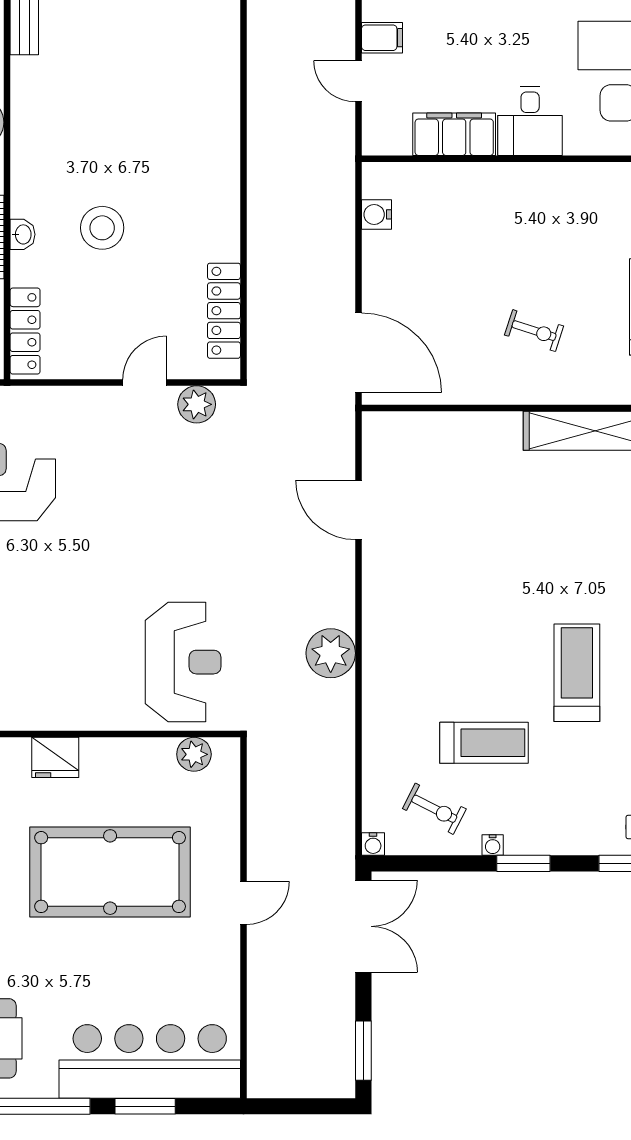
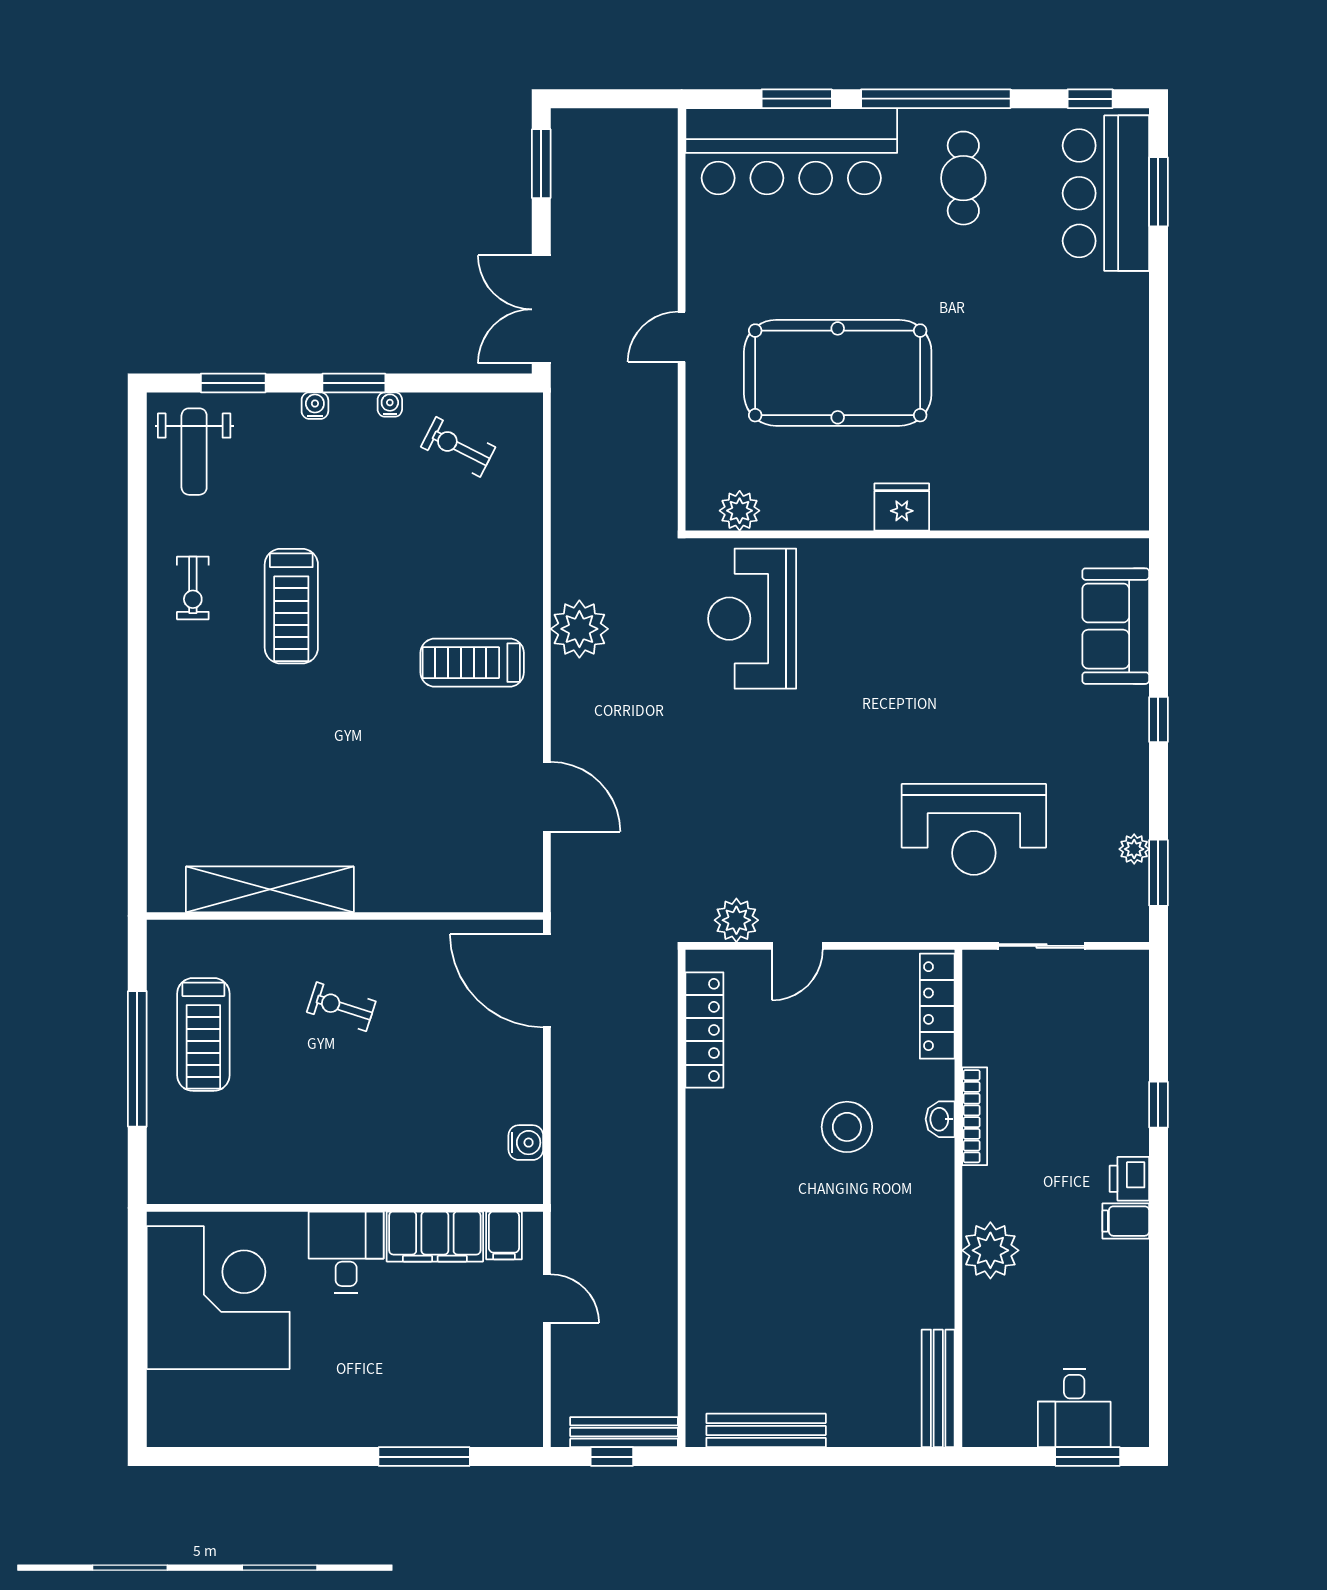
filing cabinet: (382, 38) -> (504, 1235), moved, turned -90
treadmill: (484, 743) -> (472, 663), moved
water cooler: (373, 844) -> (315, 406), moved

